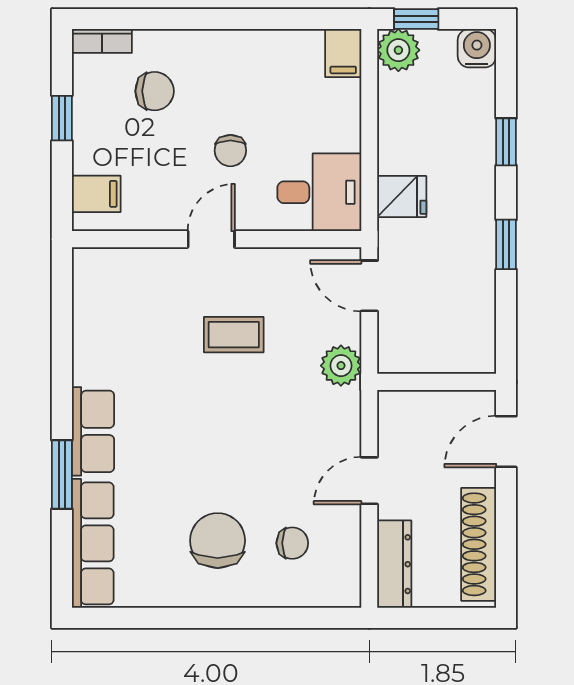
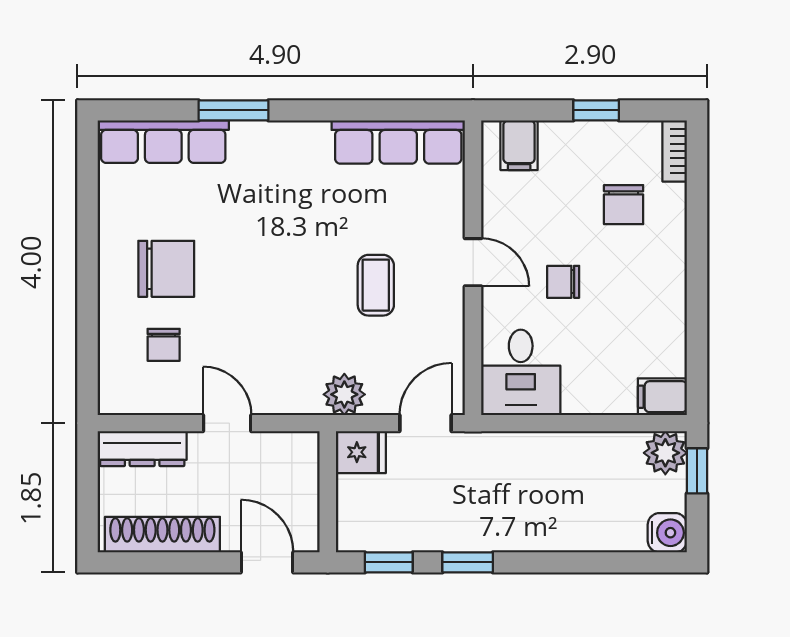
window: (506, 142) -> (389, 562), moved
fridge: (402, 197) -> (361, 452), moved, turned -90
row of seats: (93, 431) -> (398, 142), moved, width x1.48

